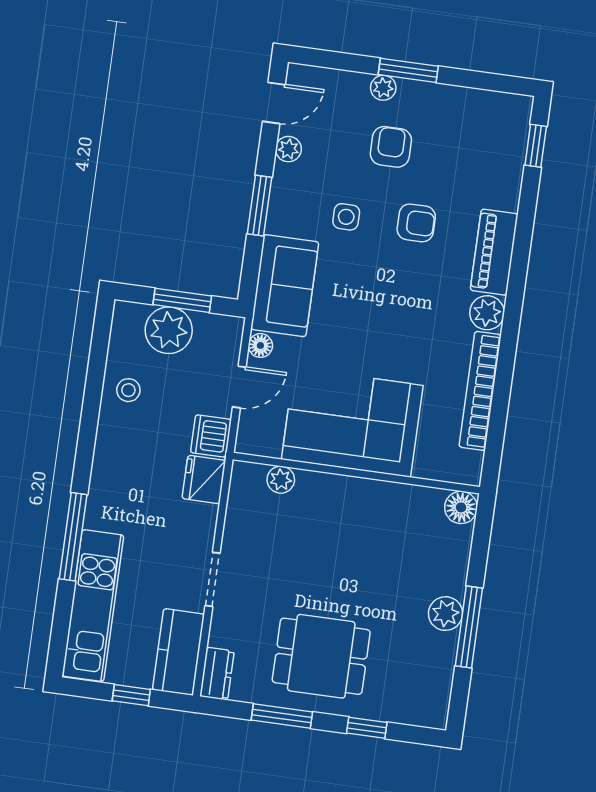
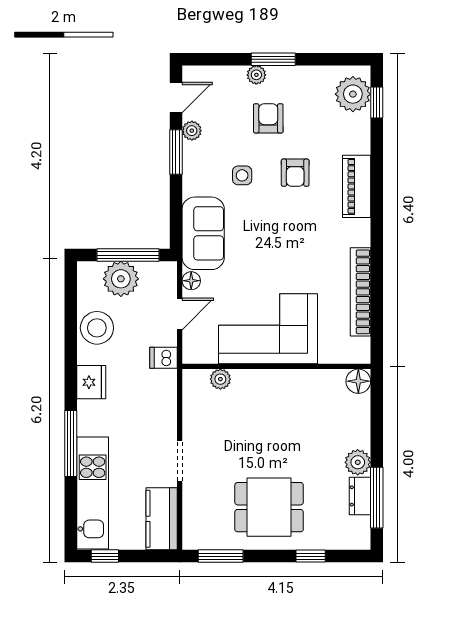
window: (260, 206) -> (176, 152), moved
armchair: (416, 223) -> (295, 173), turned 90
window: (182, 300) -> (128, 255), width x1.44
plant: (487, 313) -> (353, 94), moved, width x1.36, depth x1.36
stool: (128, 390) -> (97, 328), width x1.89, depth x1.89
dishwasher: (211, 436) -> (164, 358), width x0.73
fridge: (204, 480) -> (91, 382), moved, turned 180
window: (469, 627) -> (377, 498), moved
dresser: (217, 674) -> (360, 496), moved, turned 180
window: (131, 695) -> (105, 556), moved
window: (282, 716) -> (221, 556), moved

